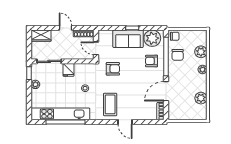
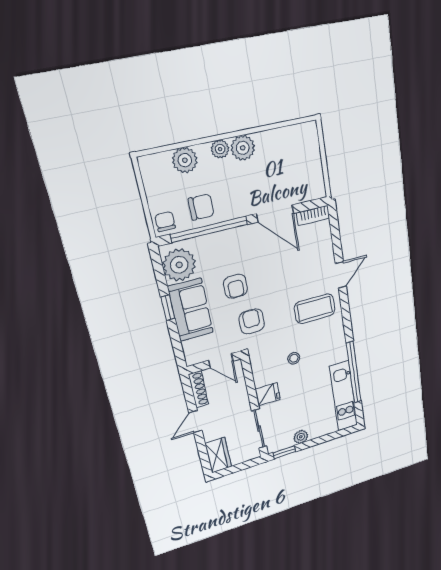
door: (96, 48) -> (221, 361), hinge flipped
armchair: (152, 61) -> (235, 286), moved
plant: (201, 98) -> (243, 148), moved
kitchen unit: (60, 114) -> (344, 396), width x0.73

